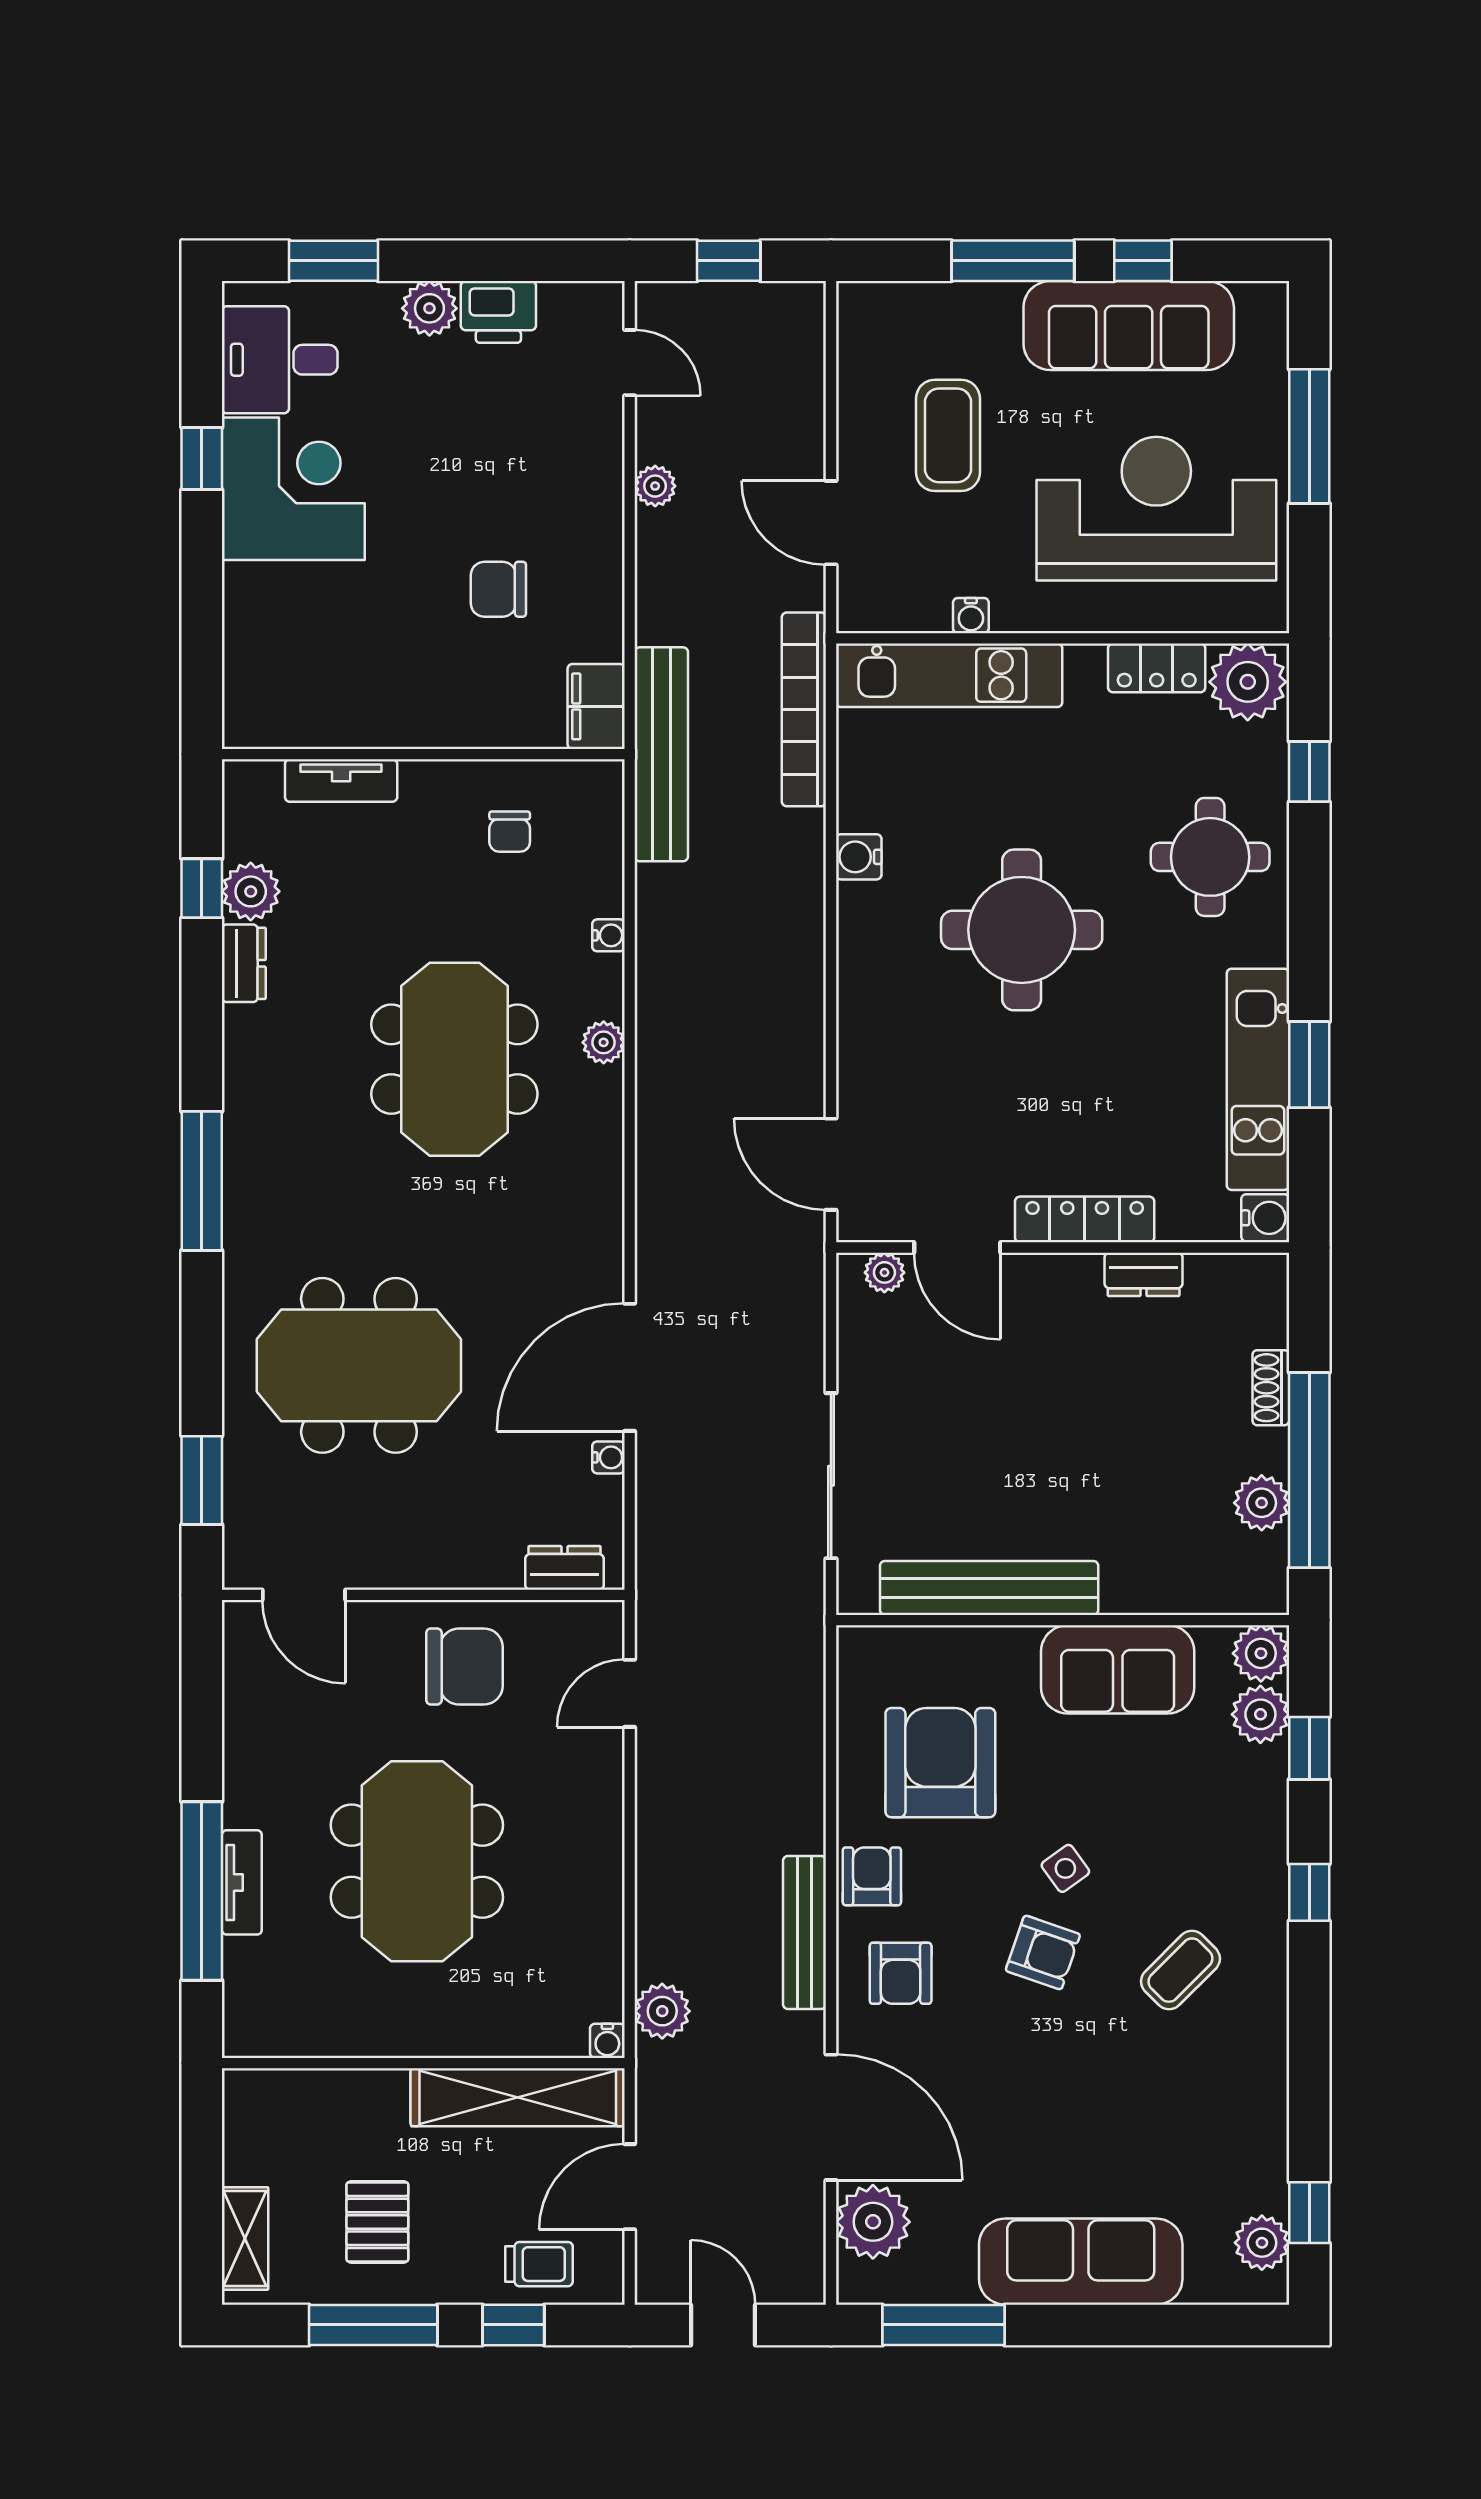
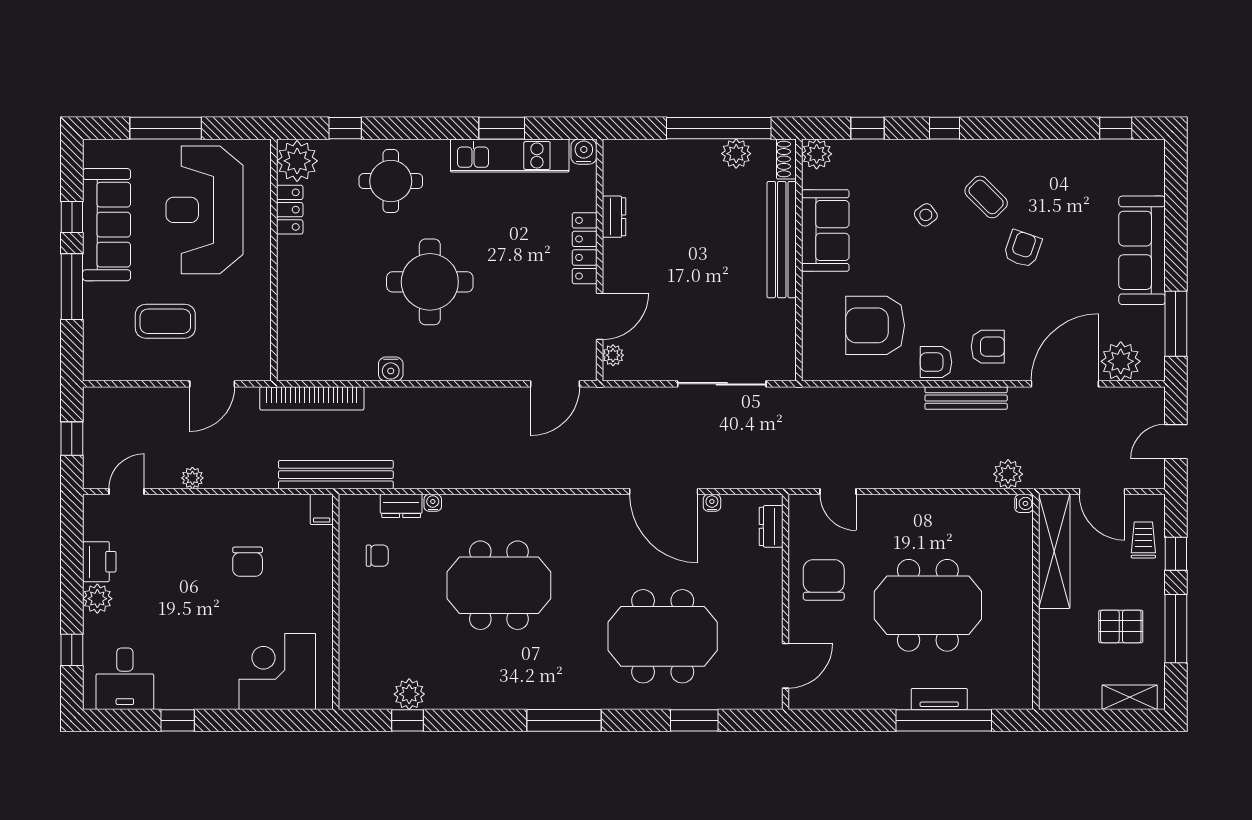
window: (333, 261) -> (72, 650), width x0.67
corner desk: (293, 489) -> (277, 671), moved
water cooler: (971, 616) -> (262, 309), removed
kitchen unit: (949, 675) -> (294, 321), removed
filing cabinet: (596, 706) -> (322, 509), width x0.50
tv unit: (341, 781) -> (350, 646), removed
dresser: (244, 963) -> (401, 506), moved, turned 180
plant: (604, 1042) -> (490, 505), removed
meeting table: (359, 1365) -> (663, 636), turned 90
shoe rack: (1271, 1388) -> (786, 159), moved, turned 90
window: (202, 1480) -> (694, 720), moved
bench: (989, 1588) -> (782, 240), moved
plant: (1260, 1714) -> (849, 154), removed
side table: (1065, 1868) -> (926, 215), moved
armchair: (1043, 1952) -> (1023, 249), moved
plant: (1262, 2243) -> (1132, 153), removed

